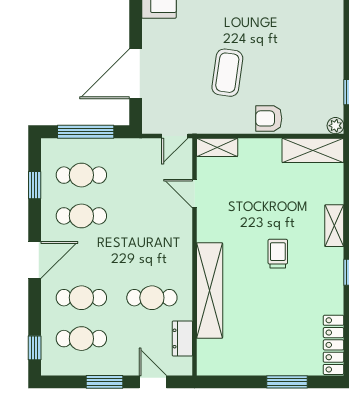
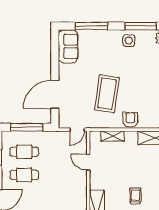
coffee table: (227, 73) -> (107, 94), width x1.36, depth x1.32
armchair: (269, 118) -> (130, 120), turned 90
shelving: (217, 147) -> (113, 136), moved

